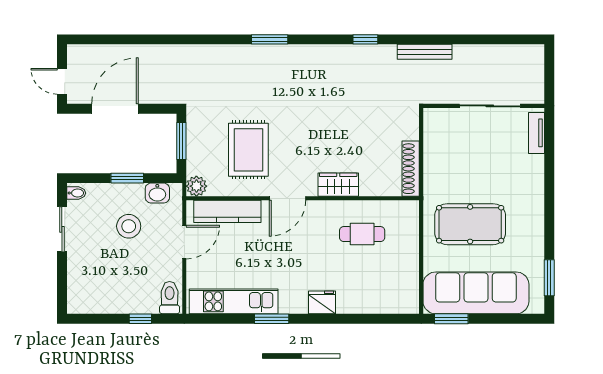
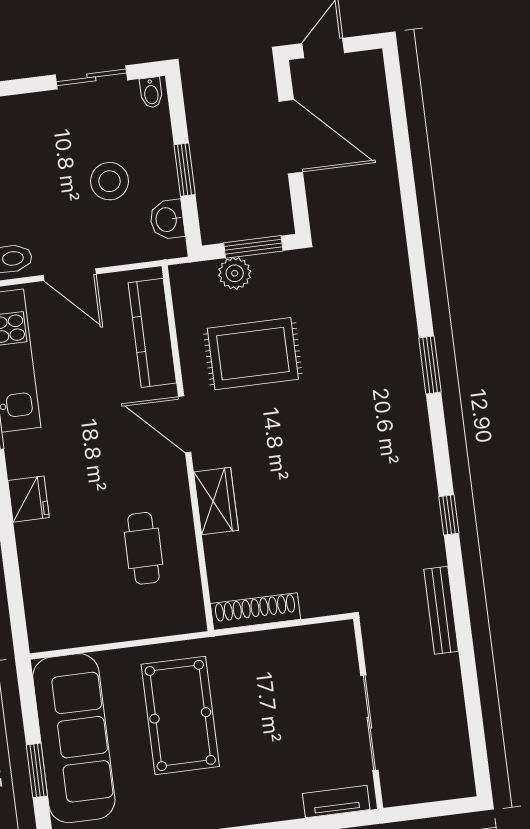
plant: (196, 186) -> (235, 273), moved
door: (184, 242) -> (70, 275), moved
window: (451, 319) -> (37, 770), moved

